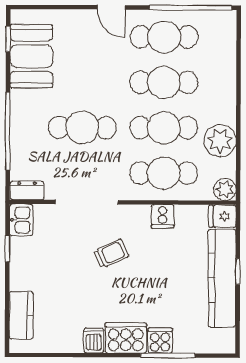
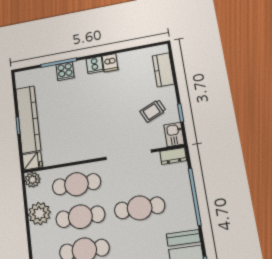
cooker: (163, 216) -> (74, 154), removed
trolley: (111, 254) -> (153, 111), moved
cooker: (126, 338) -> (95, 65), width x0.53, depth x0.76

